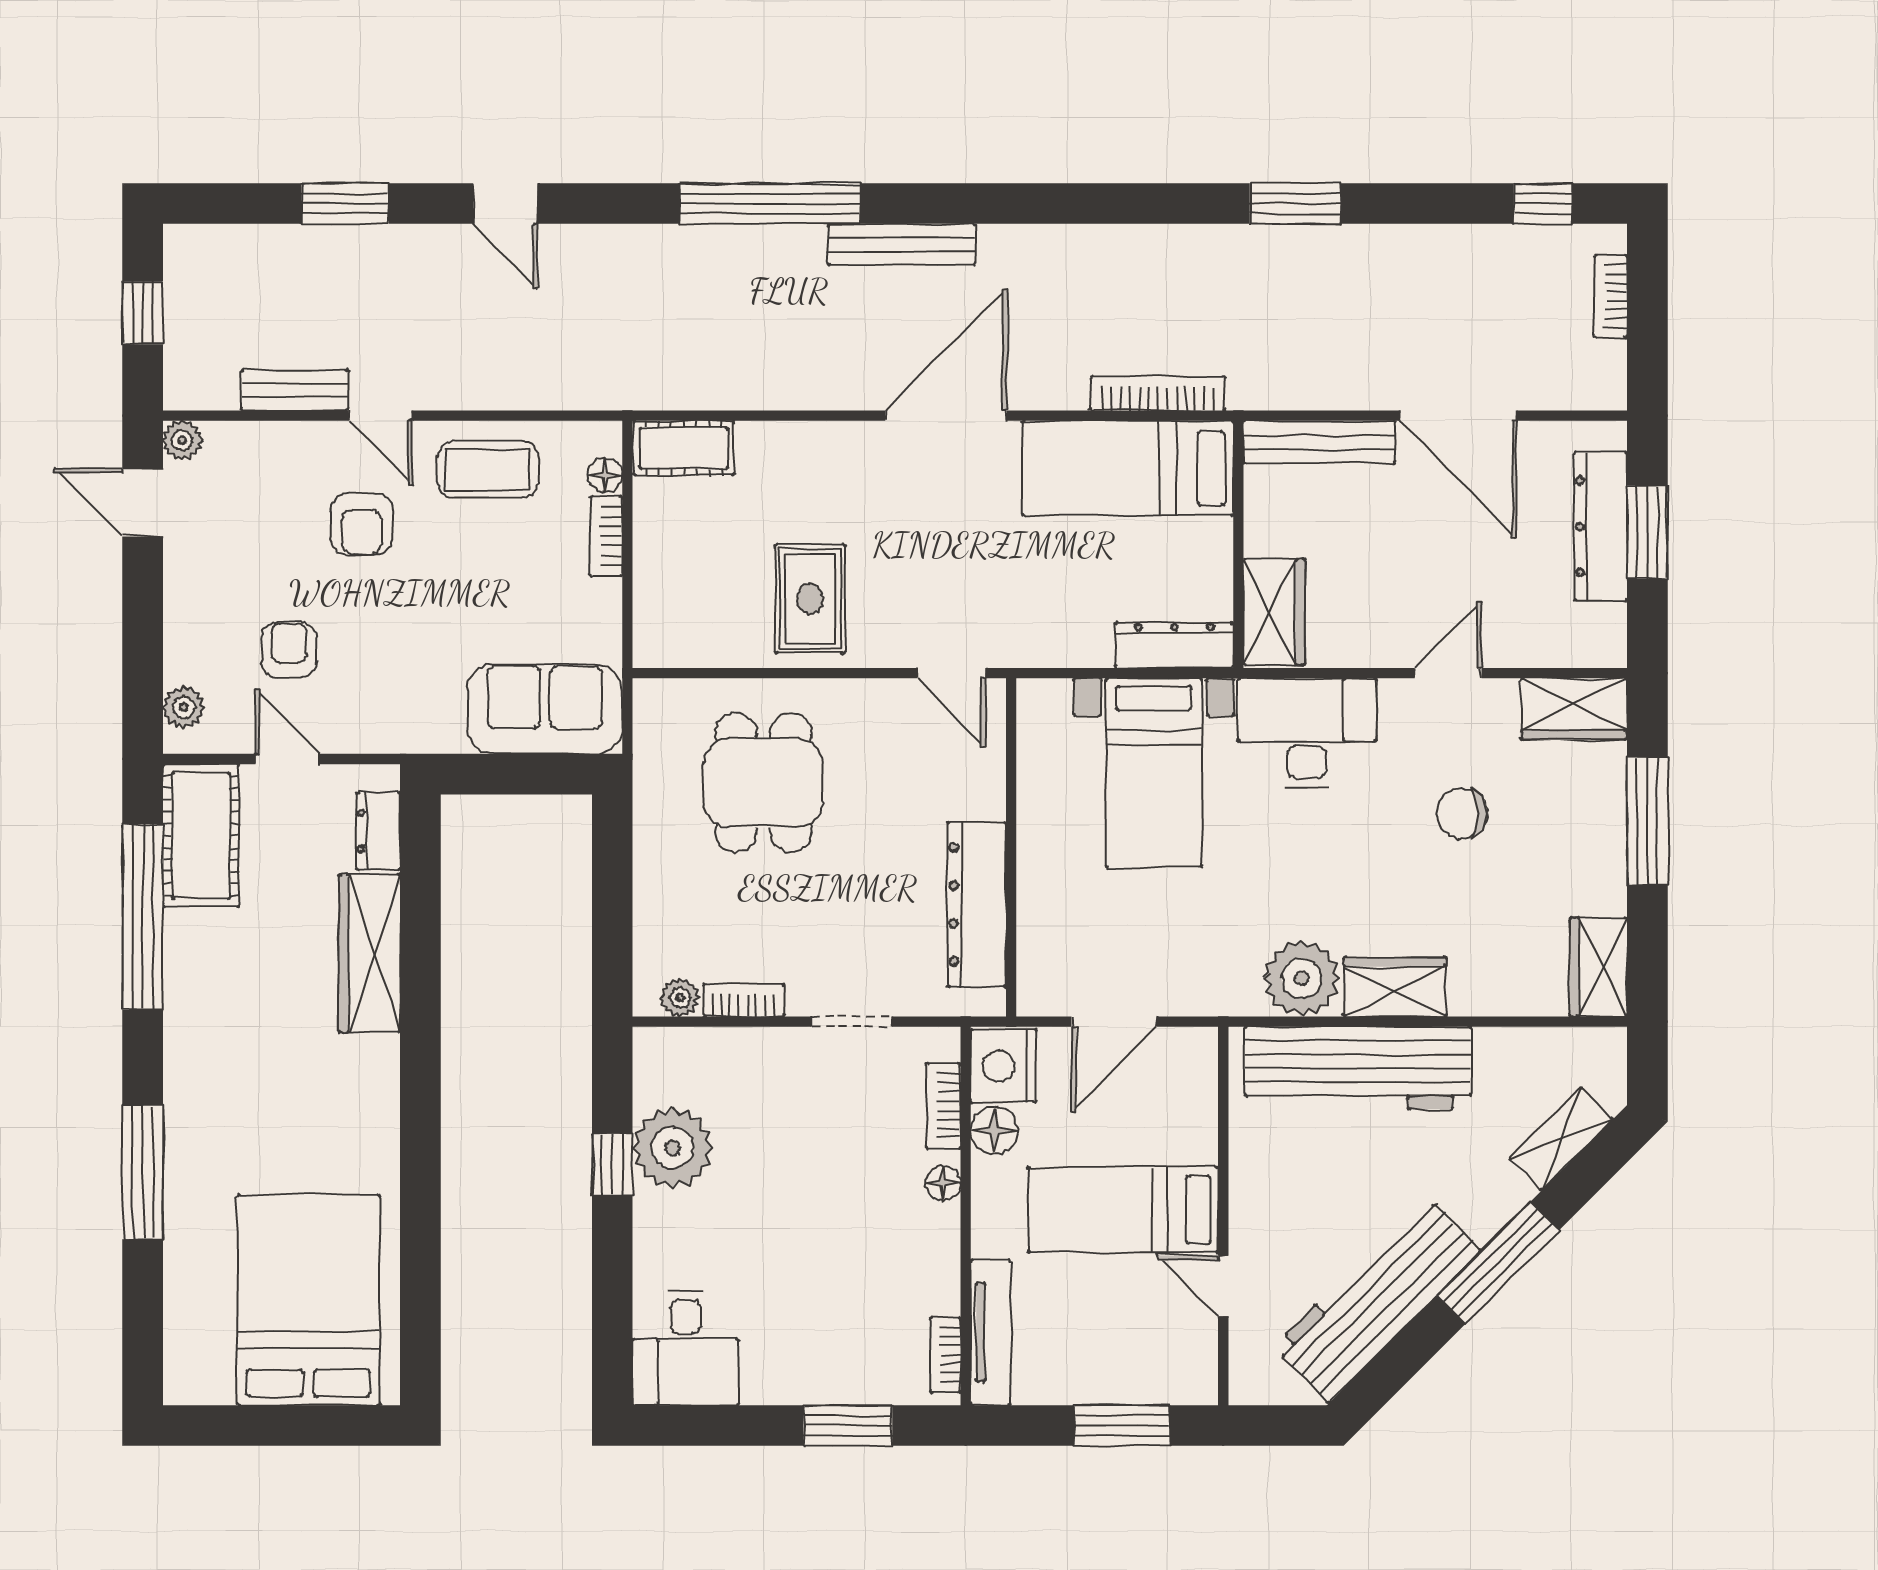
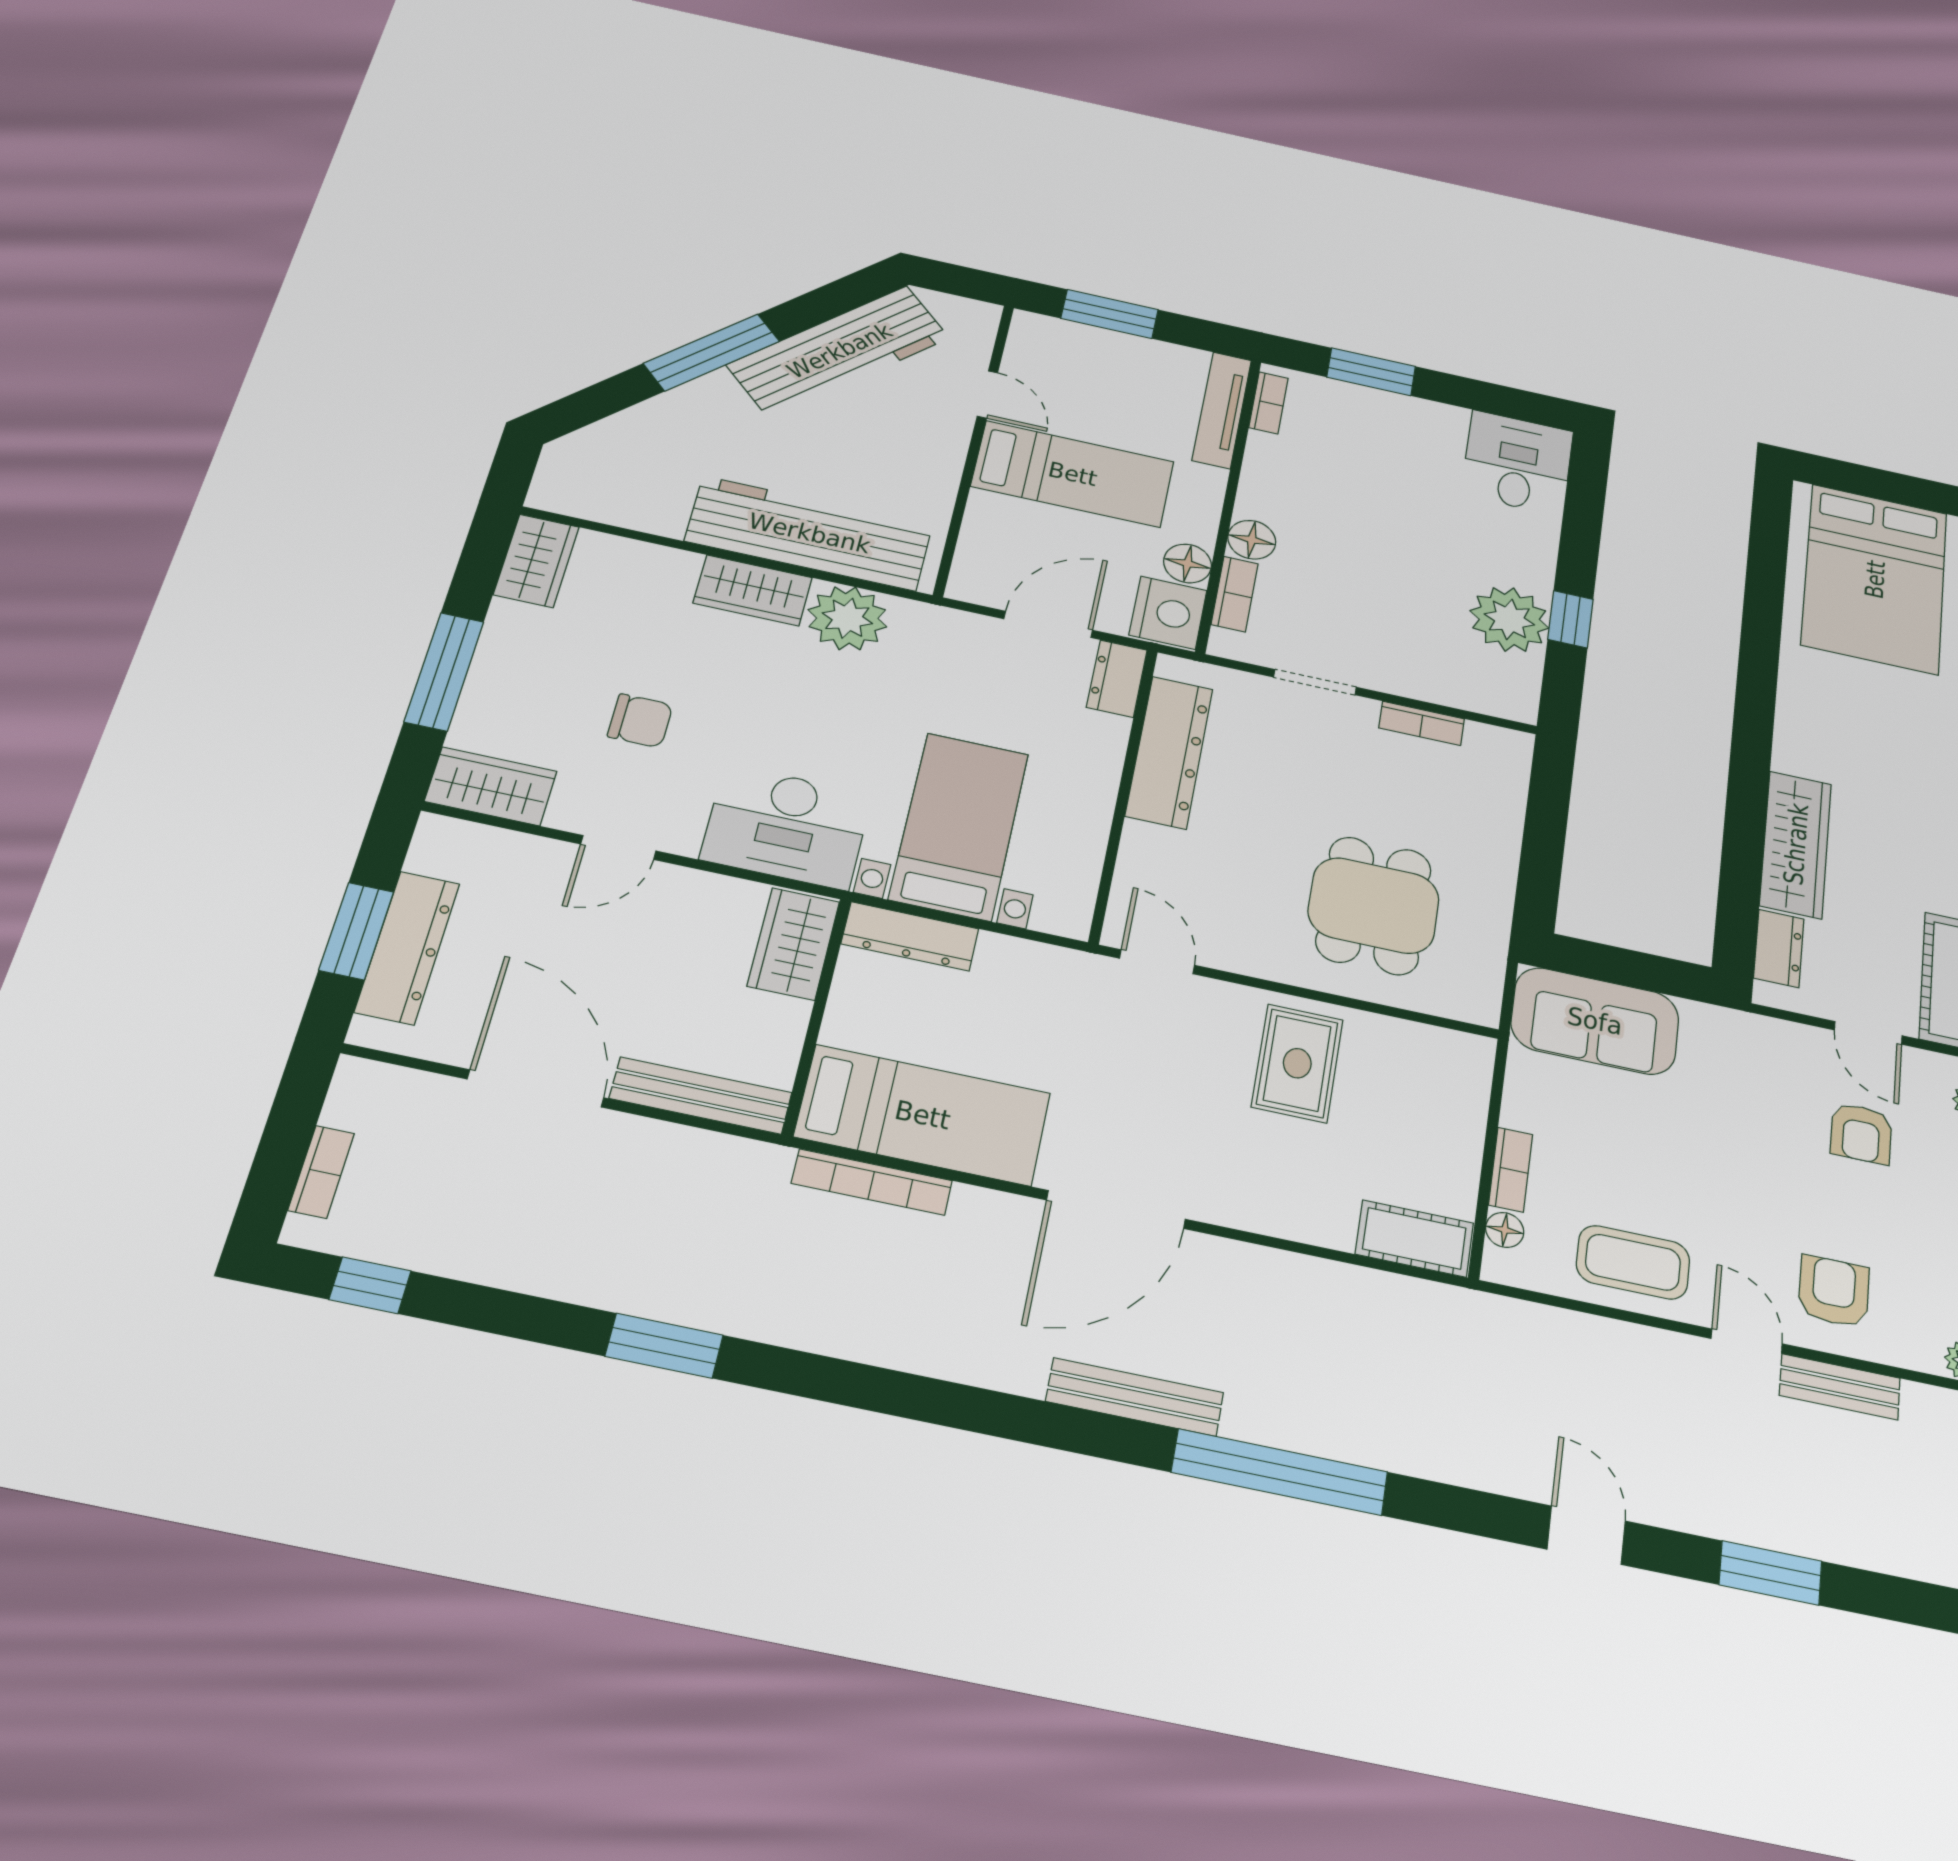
armchair: (362, 524) -> (1834, 1292), moved
dresser: (1039, 976) -> (1117, 679), added
plant: (680, 997) -> (1486, 740), removed
shelving: (1561, 1139) -> (619, 433), removed
floor lamp: (943, 1183) -> (1252, 540), width x1.37, depth x1.37

